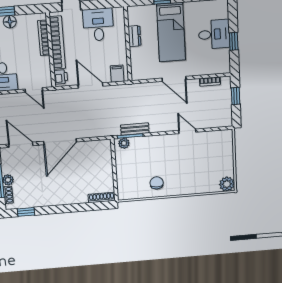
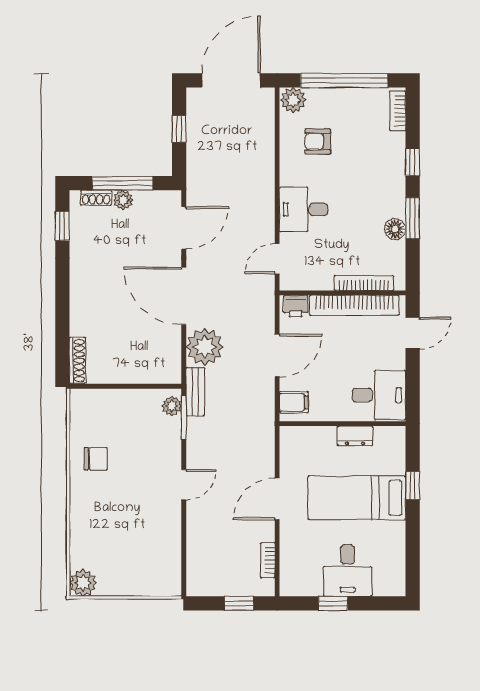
desk: (98, 25) -> (379, 395), moved
plant: (89, 127) -> (205, 347), added
bench: (135, 129) -> (195, 392), moved
door: (187, 131) -> (184, 485), moved

